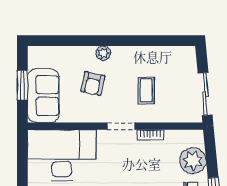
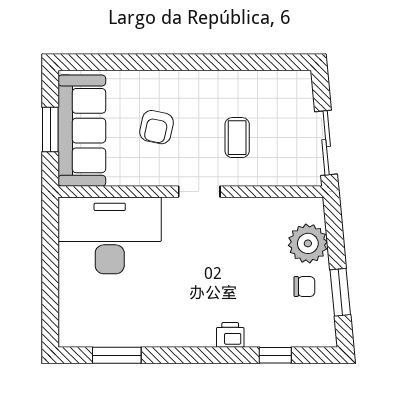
plant: (103, 53) -> (172, 81), removed
sofa: (43, 96) -> (82, 131), width x1.36
bookcase: (150, 135) -> (243, 205), removed

